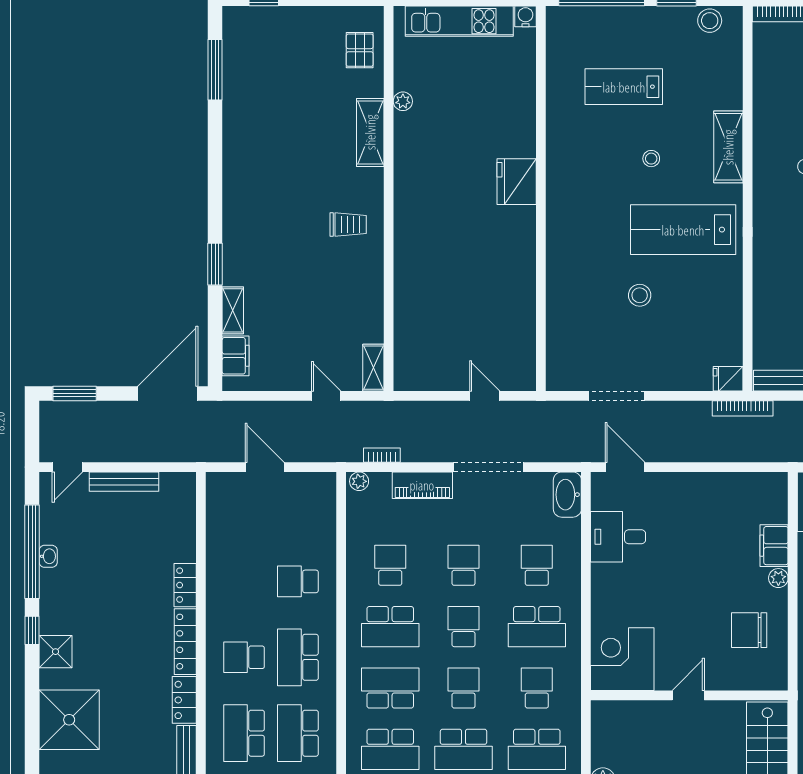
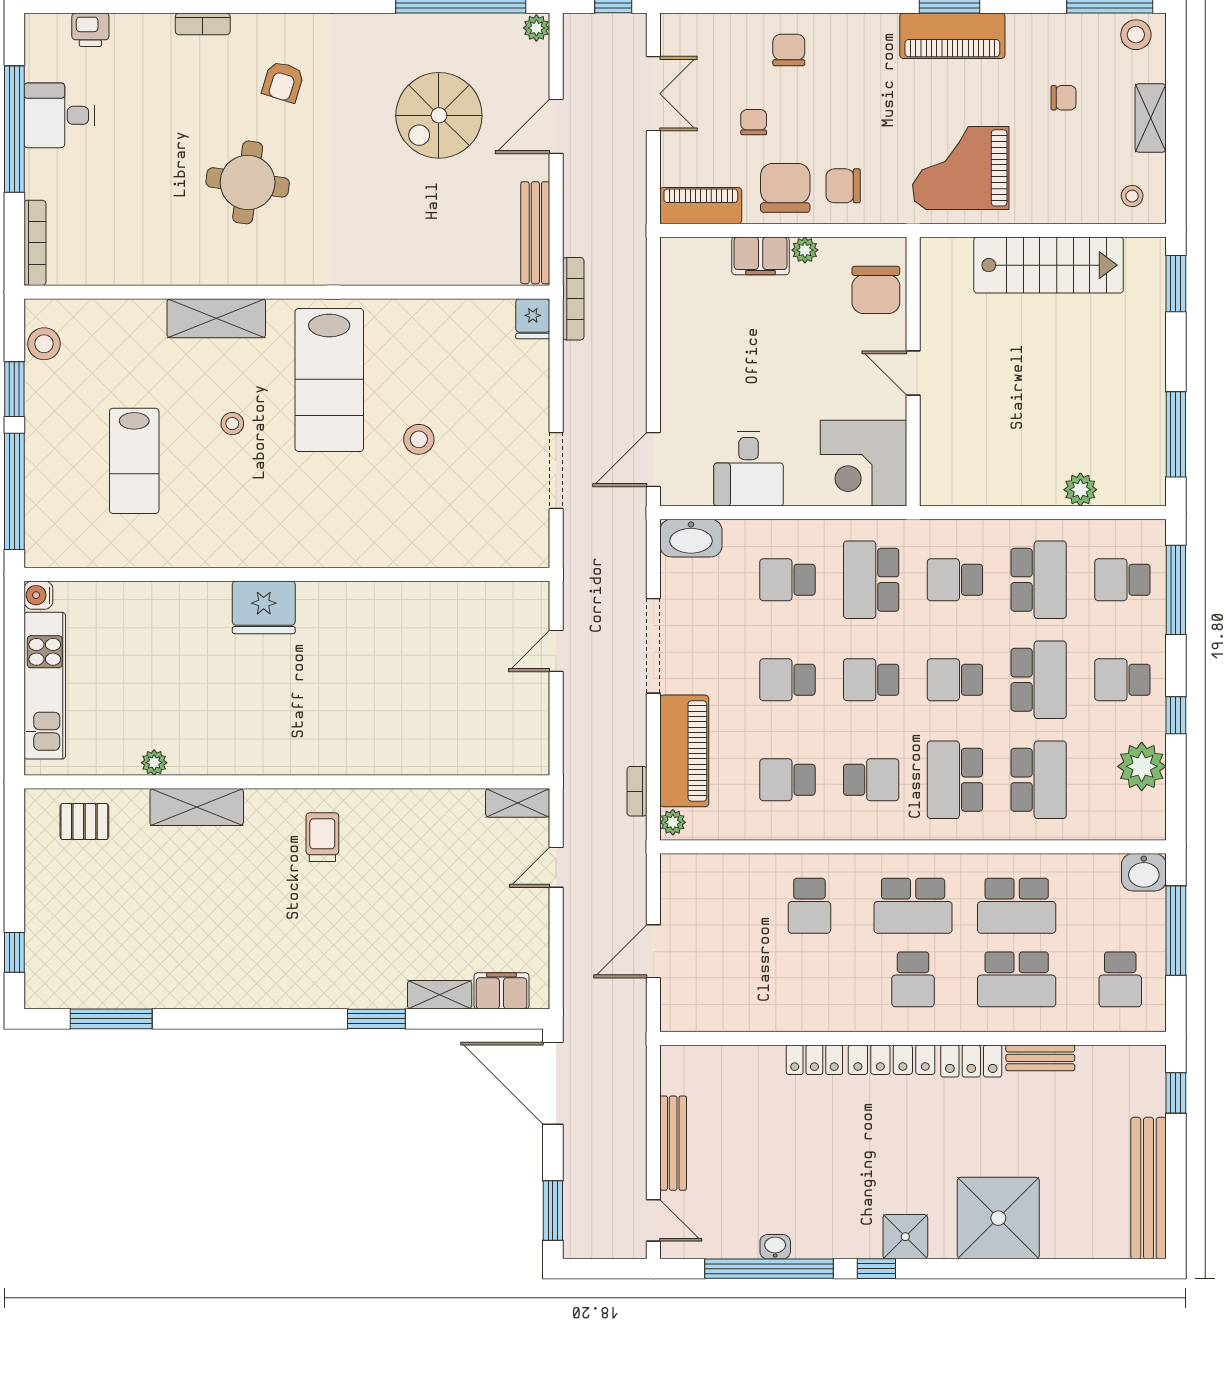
piano: (422, 485) -> (684, 751), width x1.37, depth x1.33
school desk: (390, 627) -> (871, 780), width x0.54
school desk: (537, 627) -> (871, 580), turned 180
corner desk: (622, 659) -> (864, 463), moved
door: (688, 695) -> (913, 373), moved
wall: (689, 695) -> (913, 372), moved

